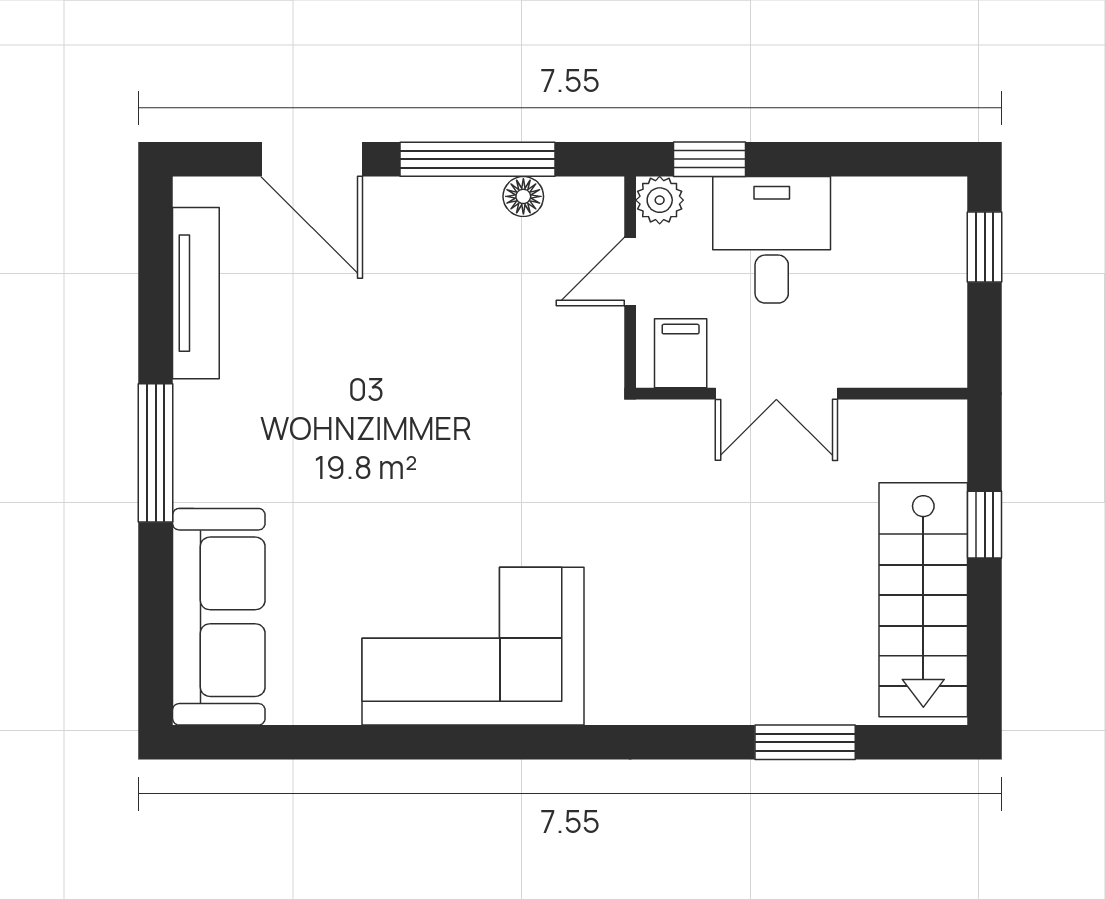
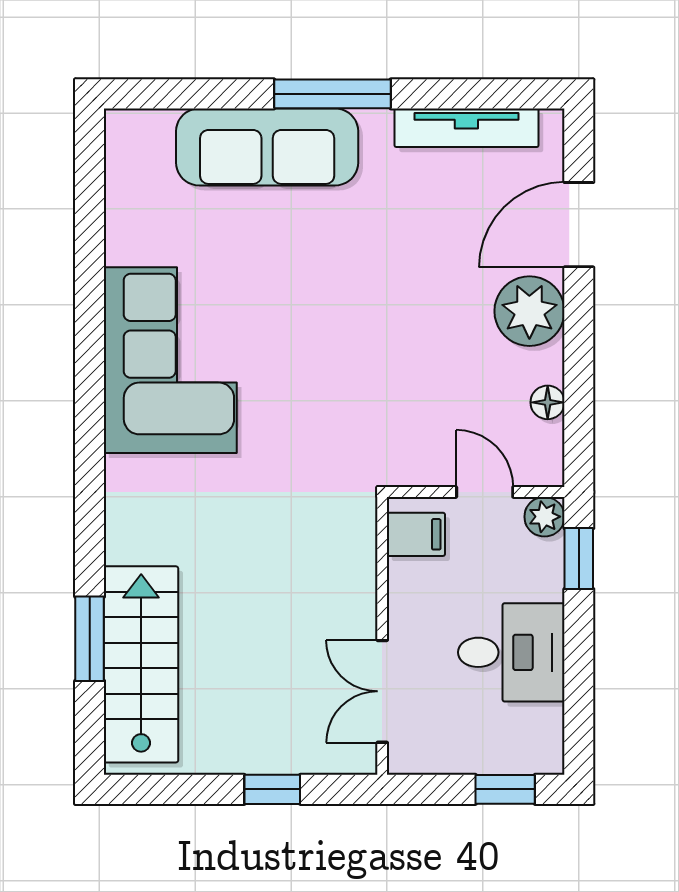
window: (478, 159) -> (579, 364), removed
plant: (415, 218) -> (529, 311), added
desk: (772, 240) -> (511, 652), moved
double door: (776, 394) -> (382, 691), moved
stairs: (923, 600) -> (141, 664), moved, turned 90
sofa: (219, 617) -> (267, 147), moved

